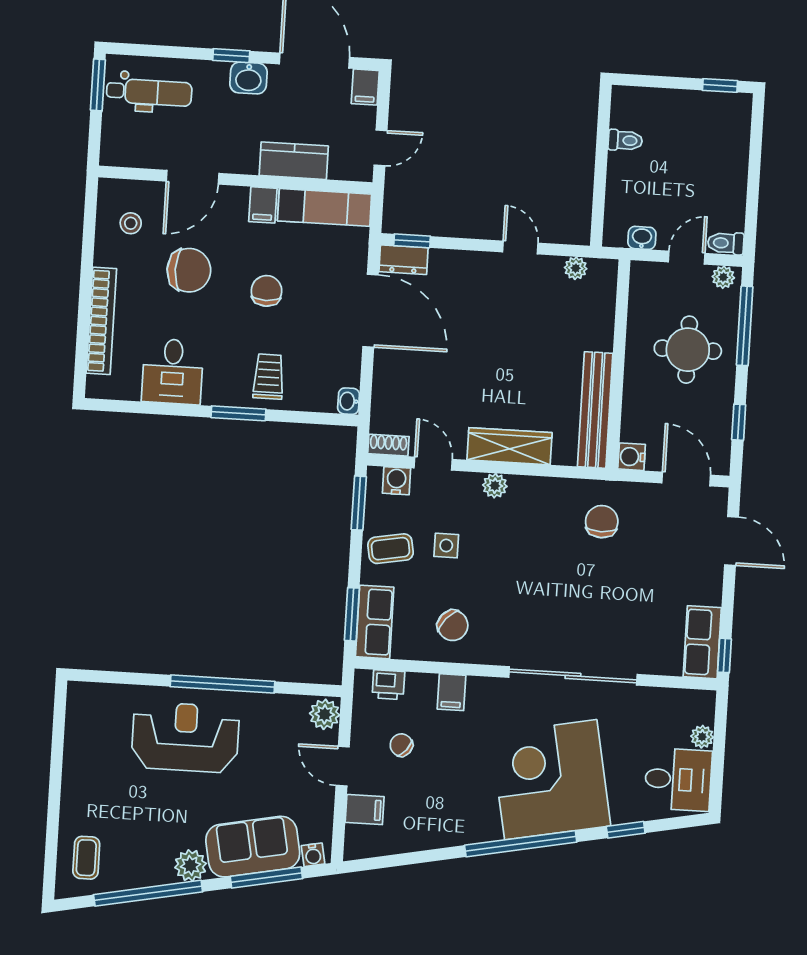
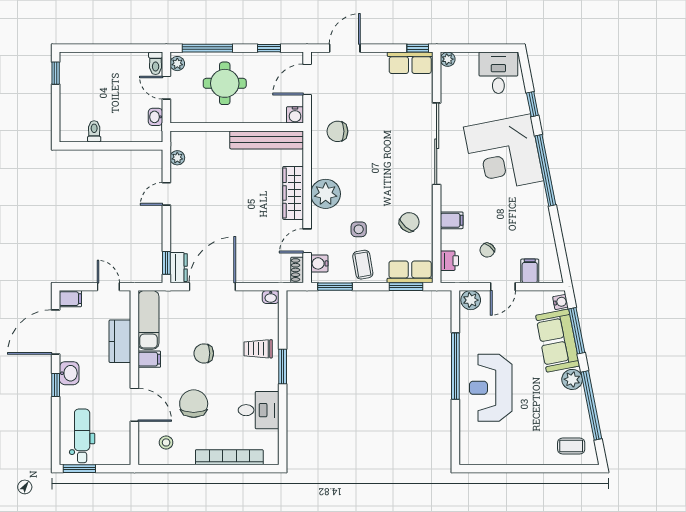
plant: (495, 486) -> (326, 194), width x1.87, depth x1.87
plant: (702, 737) -> (448, 59), moved

